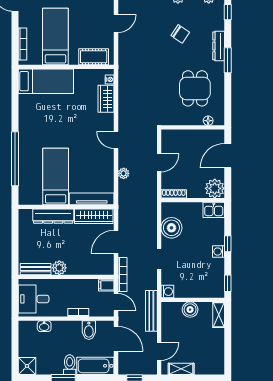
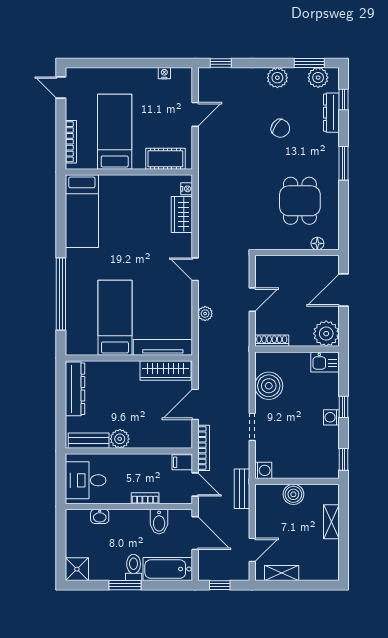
dresser: (219, 46) -> (331, 113), moved
bed: (46, 81) -> (82, 211), moved, turned 90
dresser: (53, 216) -> (75, 389), moved, turned -90
bench: (151, 311) -> (242, 489), width x0.73
shelving: (219, 315) -> (331, 522), moved

